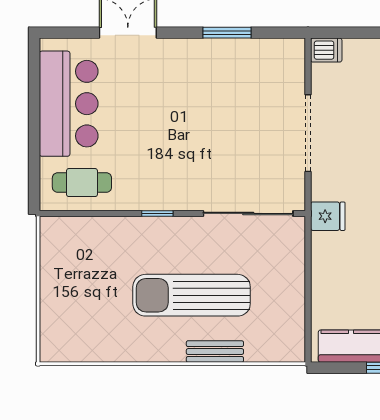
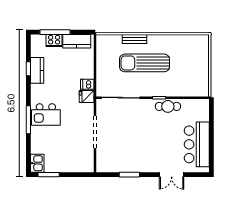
dishwasher: (326, 50) -> (87, 84), moved
cafe table: (82, 183) -> (168, 106), moved
sun lounger: (192, 295) -> (145, 63), turned 180

